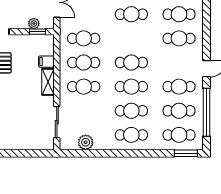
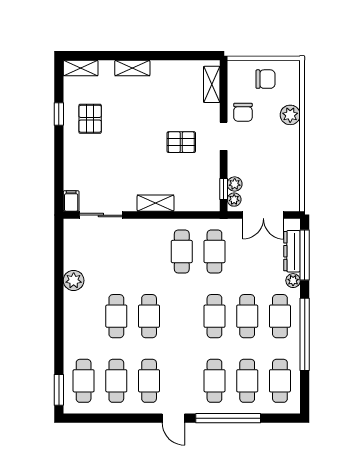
plant: (45, 24) -> (234, 200), added
filing cabinet: (46, 62) -> (71, 201), moved
cafe table: (131, 63) -> (214, 316), moved
cafe table: (84, 87) -> (149, 252), removed
window: (207, 112) -> (228, 418), moved
cafe table: (131, 135) -> (84, 316), removed
plant: (86, 142) -> (74, 280), moved

